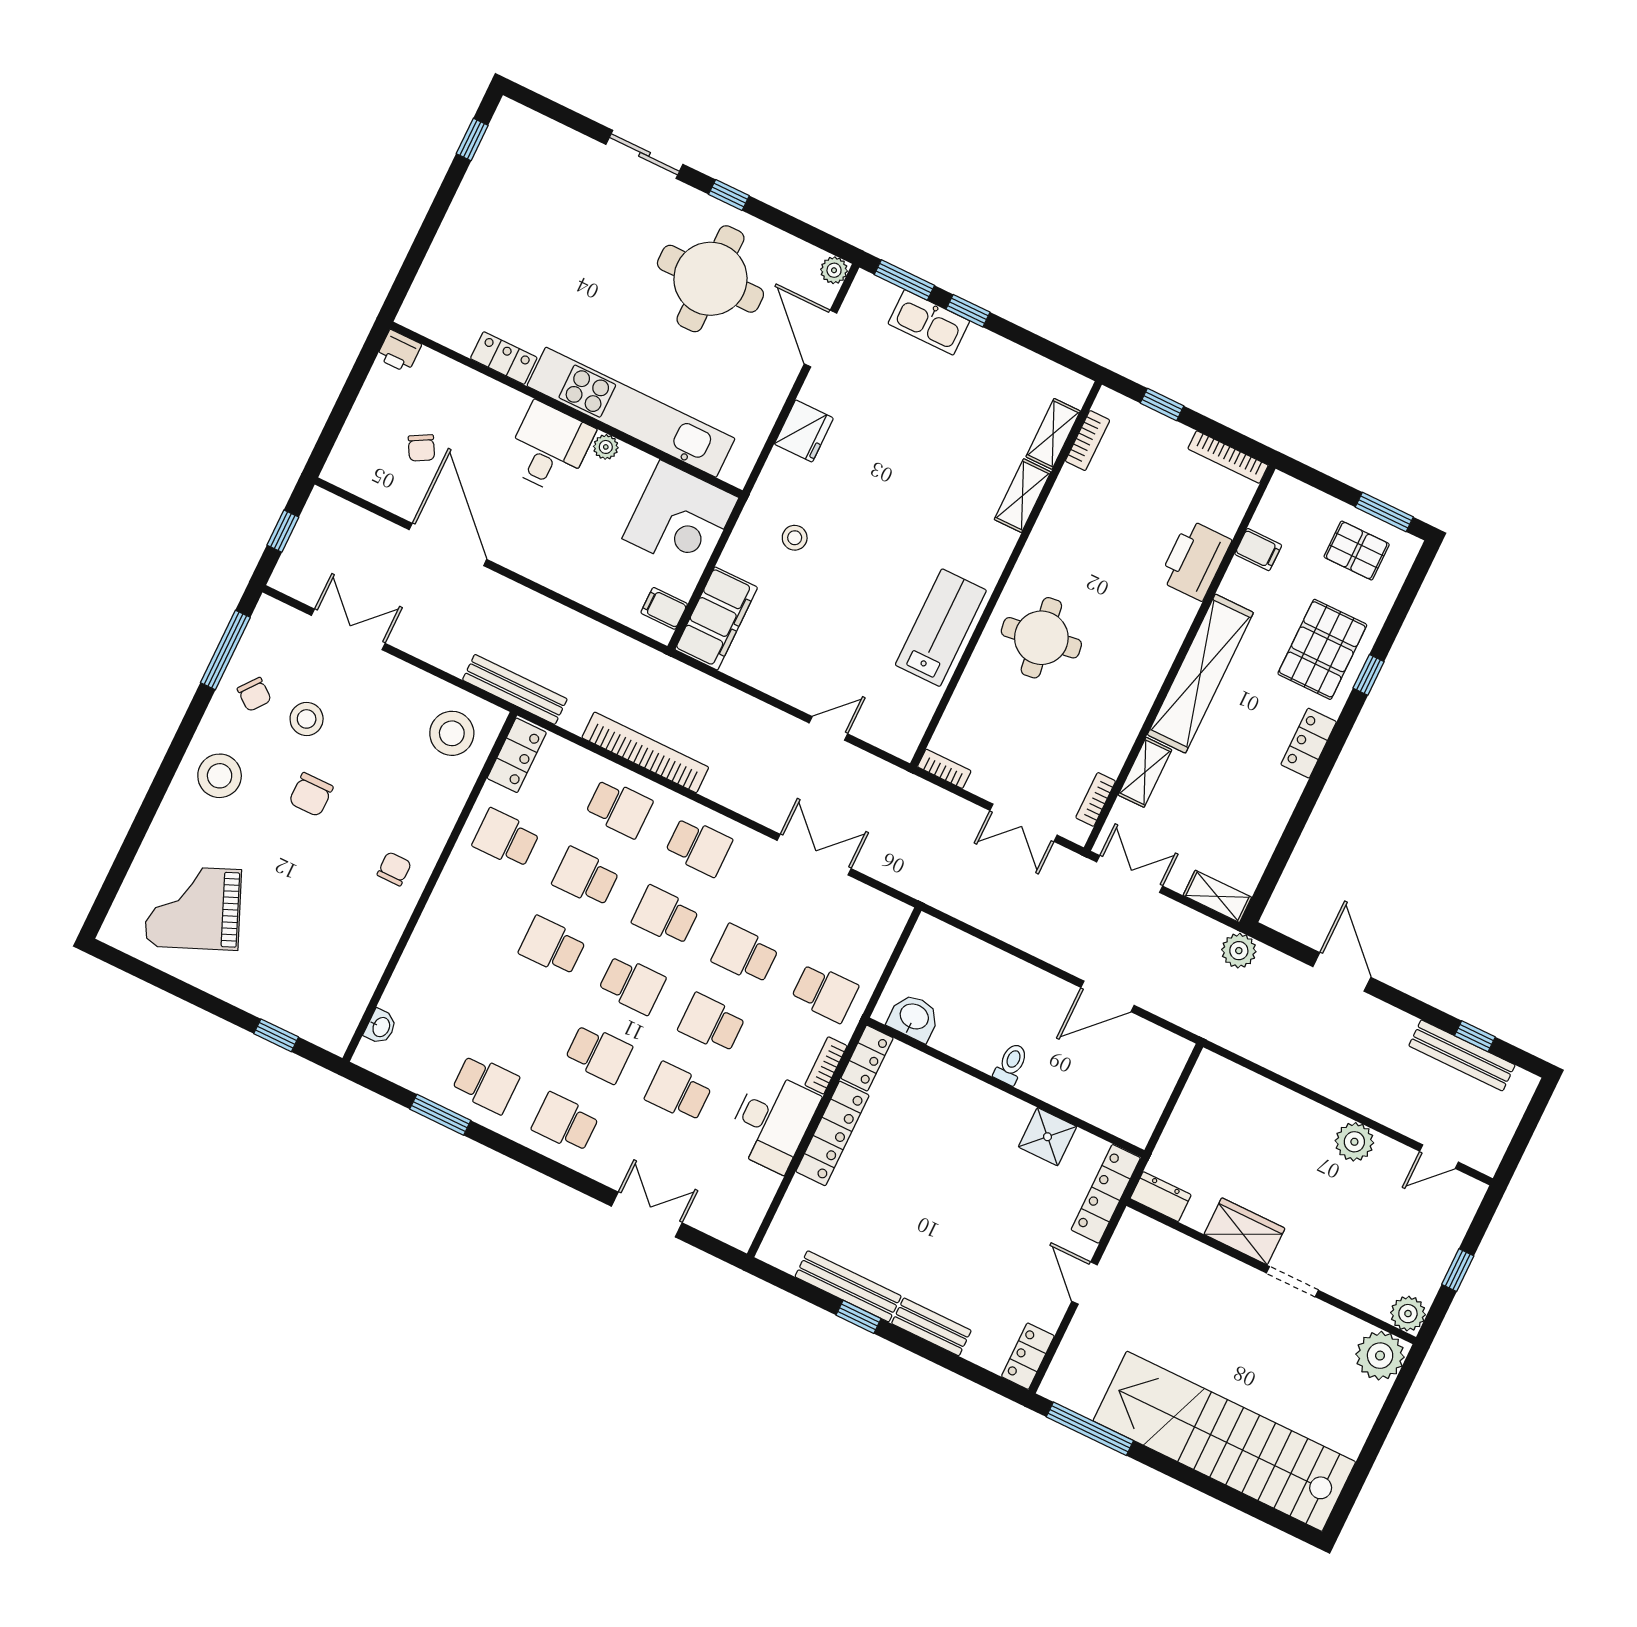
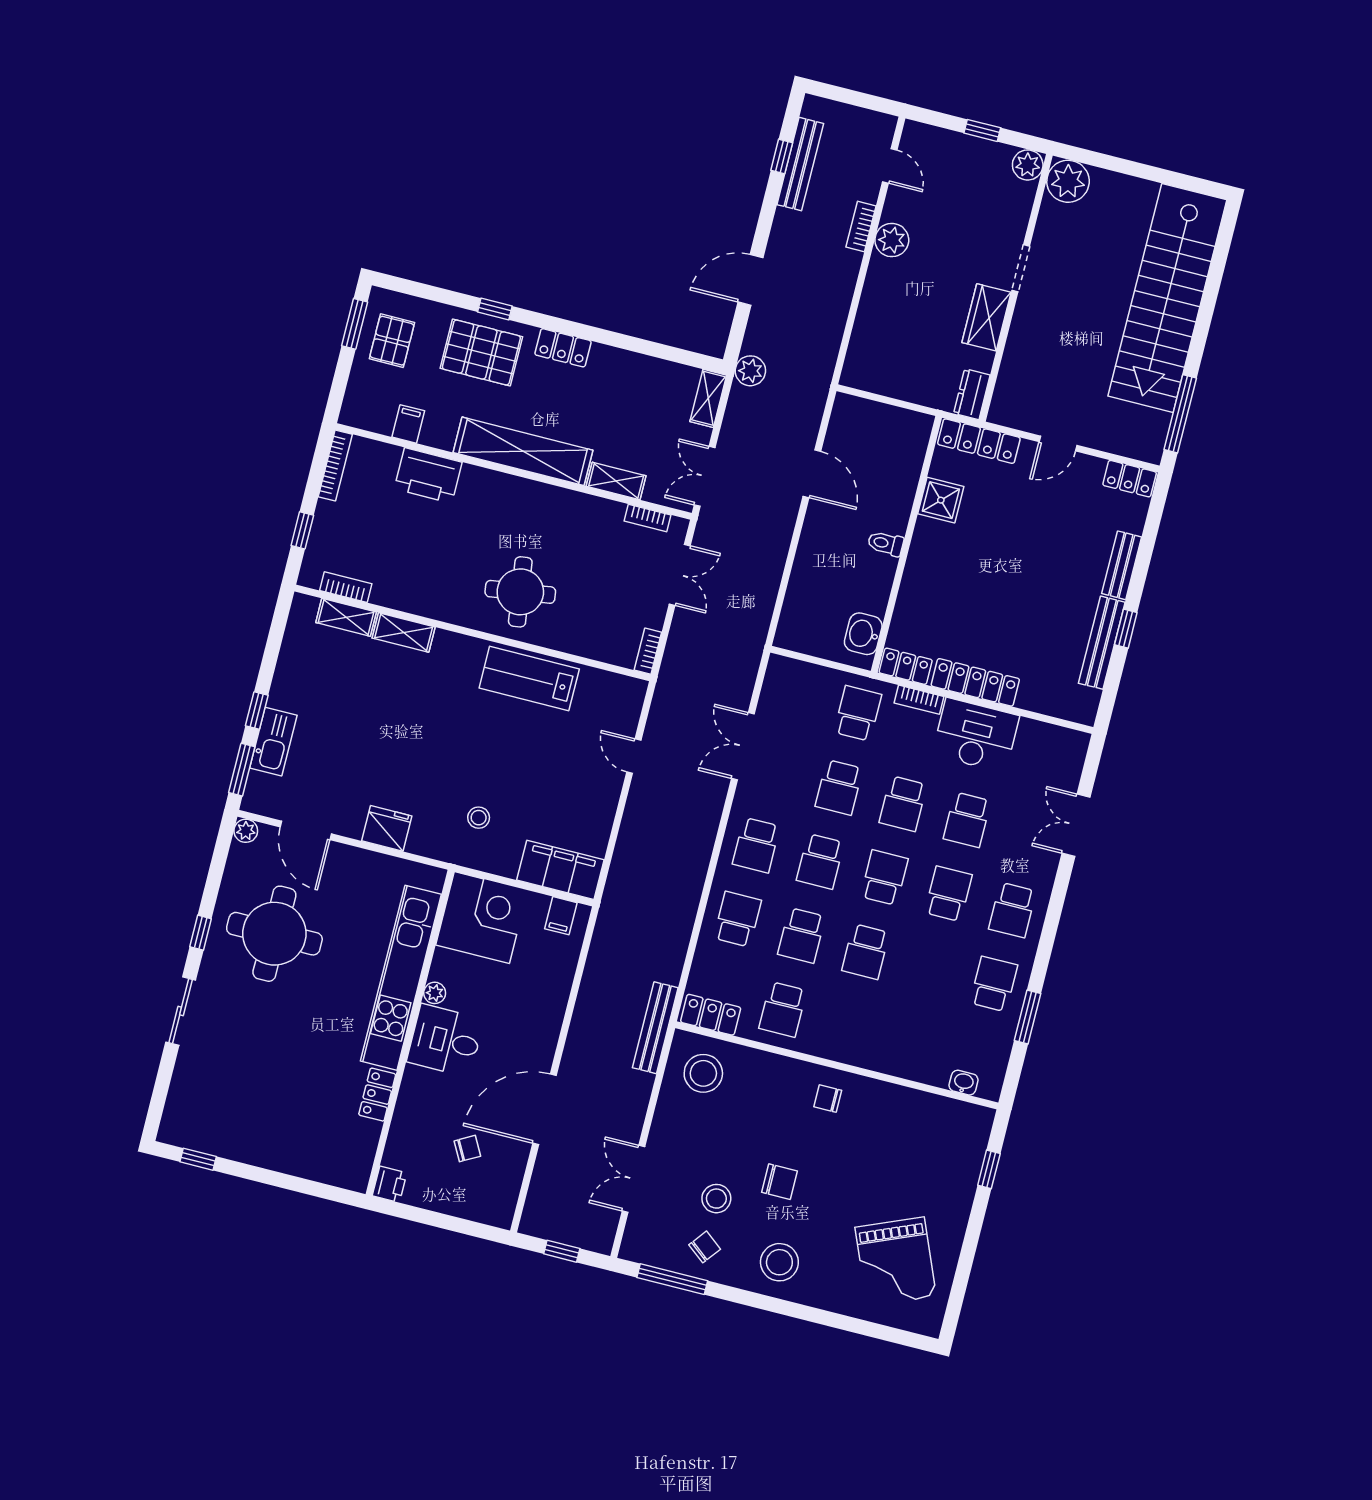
door: (821, 338) -> (306, 830), hinge flipped
bookcase: (645, 752) -> (861, 226), moved, width x0.43, depth x0.76
school desk: (699, 847) -> (756, 845), turned 180

